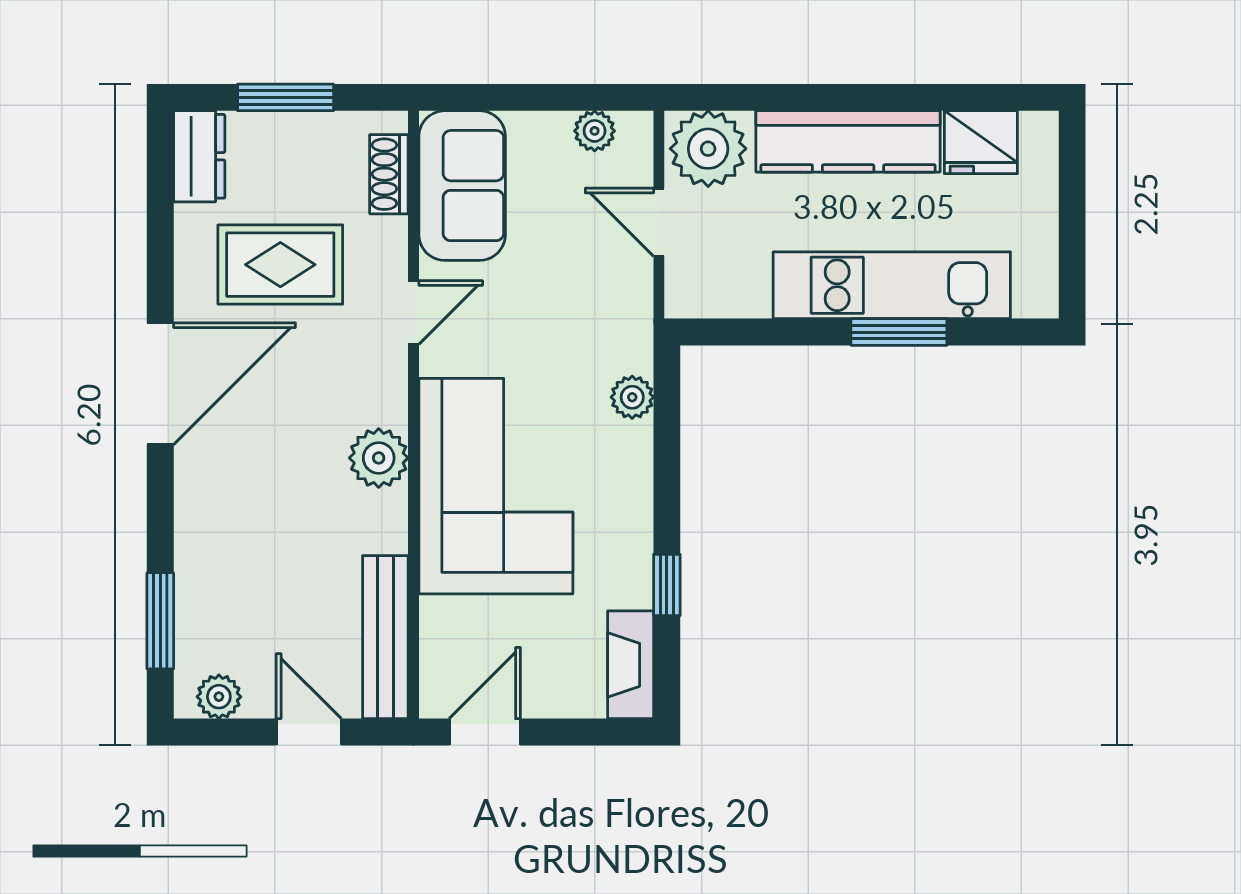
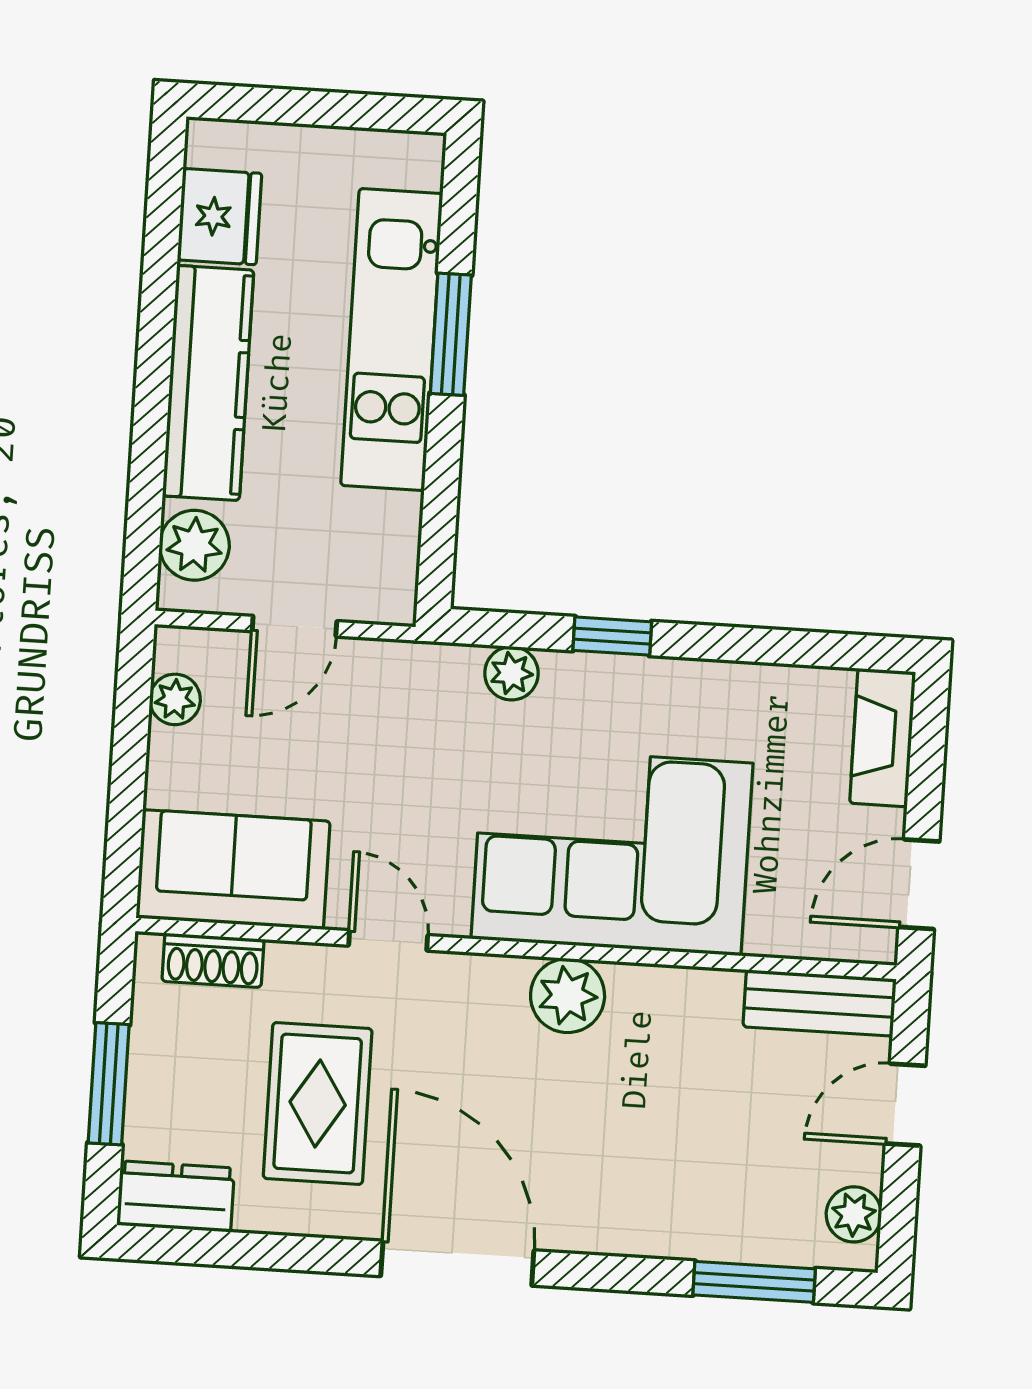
plant: (708, 149) -> (194, 545), width x0.73, depth x0.73
window: (667, 585) -> (612, 636), moved
bench: (385, 637) -> (820, 1003), width x0.73
fireplace: (631, 665) -> (883, 738), moved, turned 90
door: (485, 732) -> (919, 884), hinge flipped

